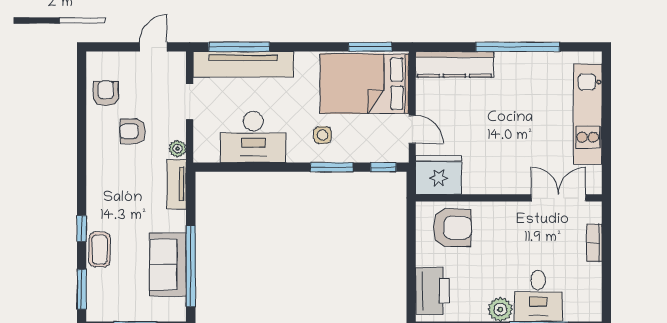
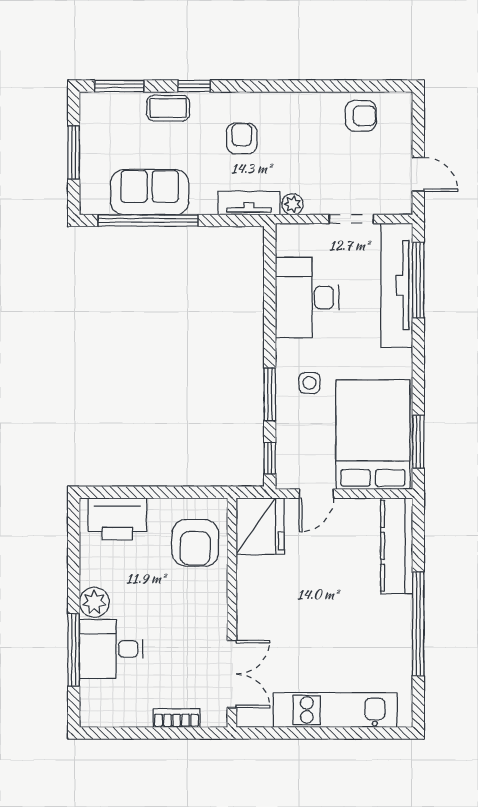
armchair: (133, 131) -> (242, 139), moved

